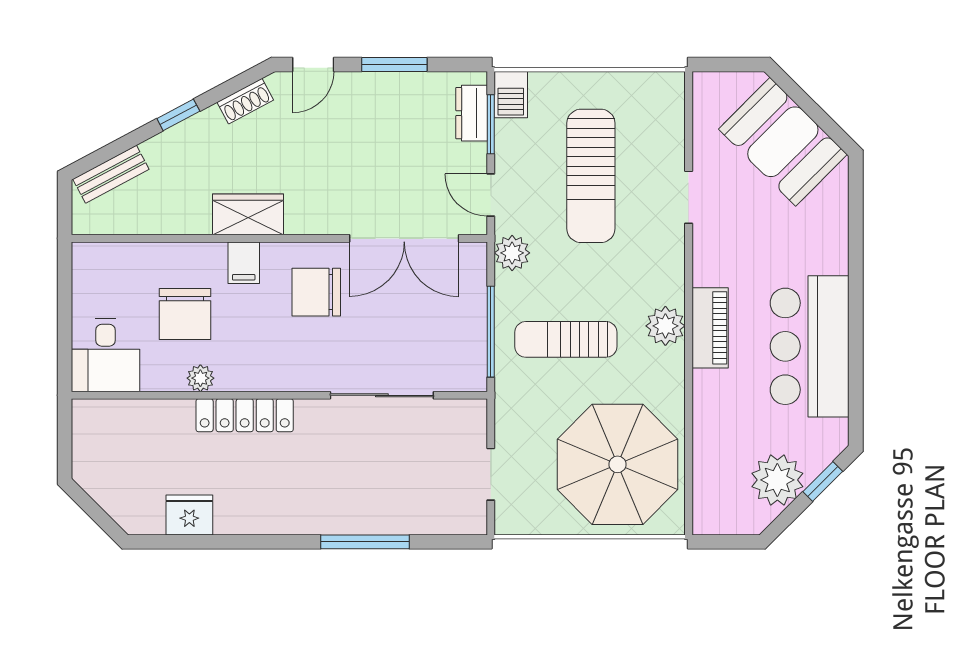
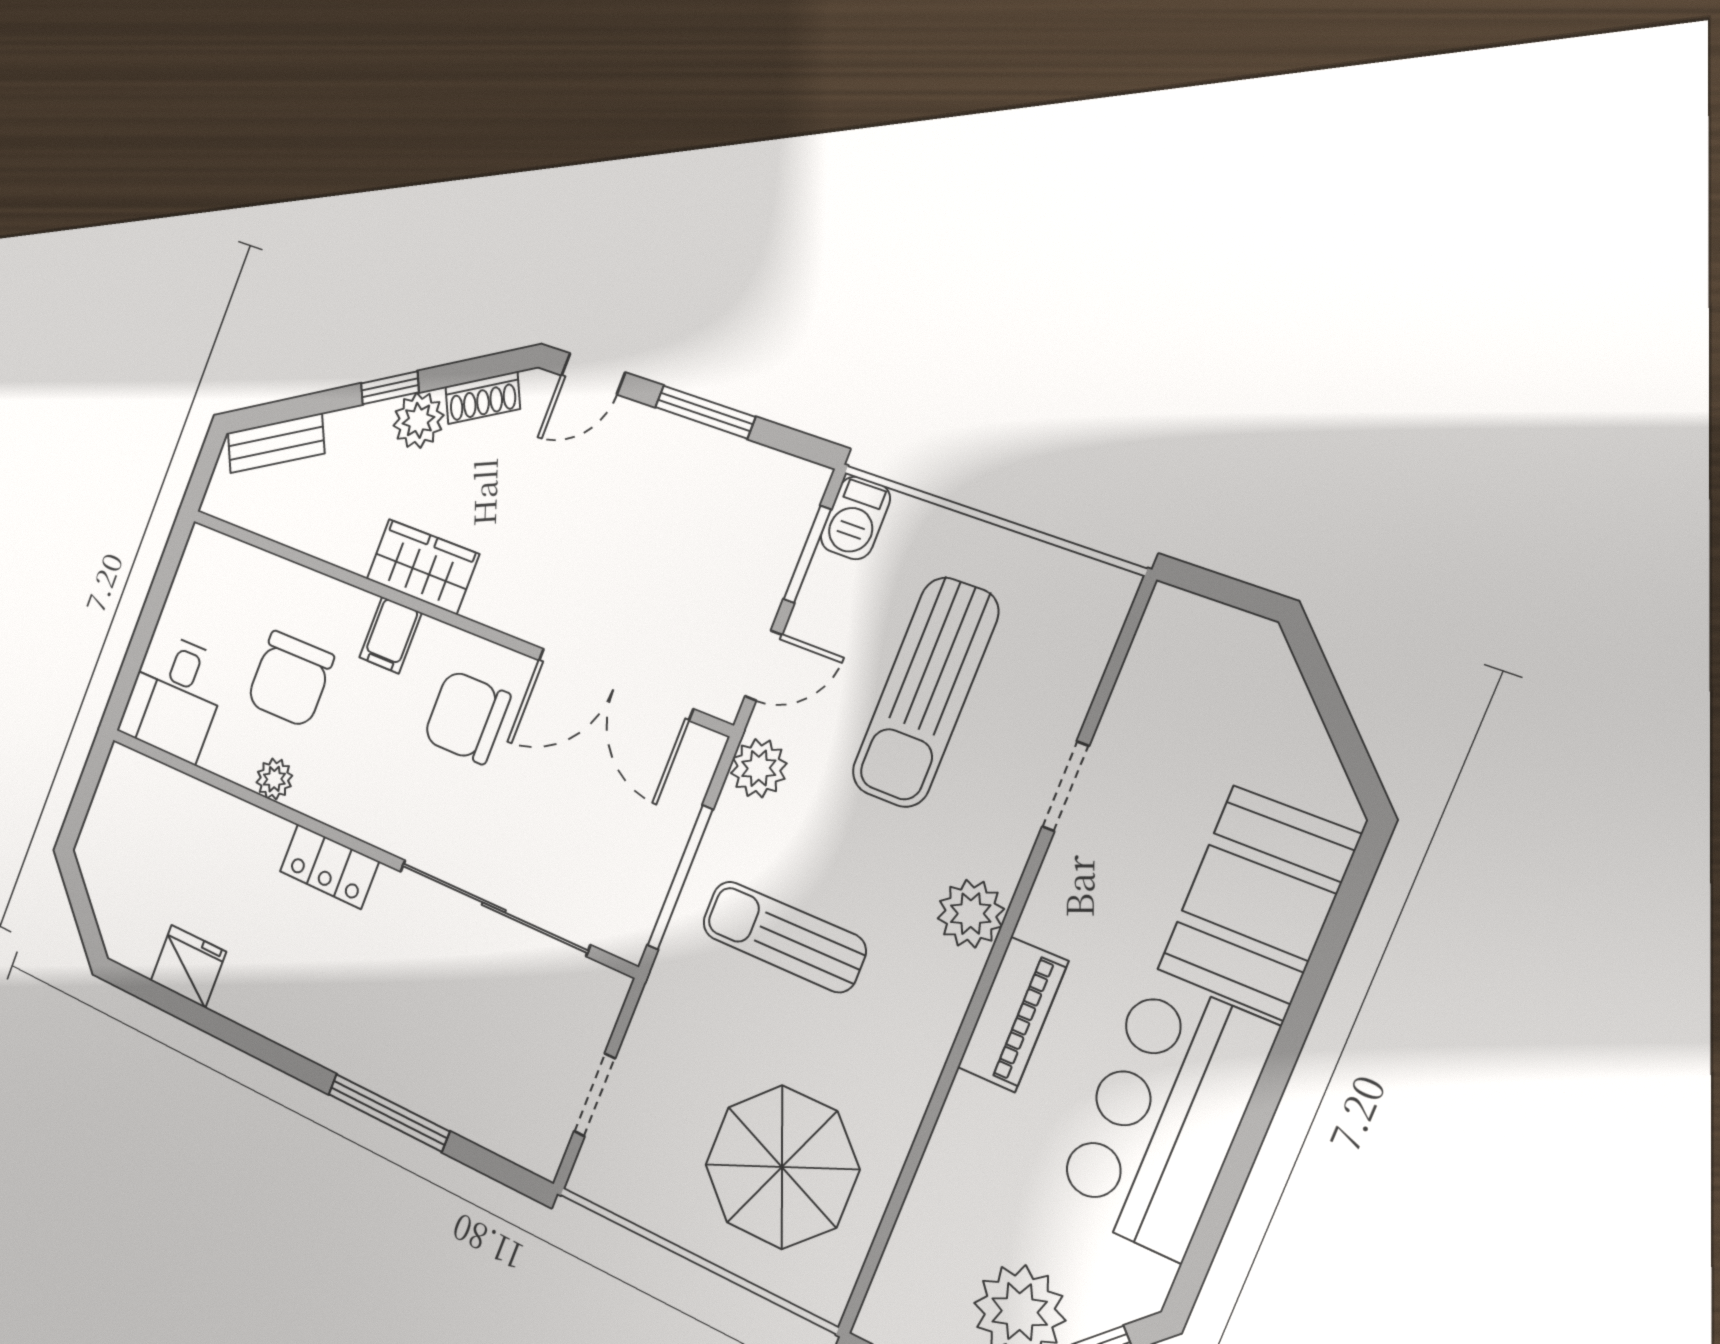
dresser: (472, 113) -> (786, 527), removed
plant: (207, 128) -> (418, 420), added
booth: (783, 142) -> (1259, 903), moved, turned 45
door: (491, 195) -> (764, 666), swing flipped
plant: (665, 326) -> (971, 914), moved
sliding door: (382, 395) -> (494, 908), width x1.36
locker: (245, 415) -> (329, 866), width x0.66
parasol: (618, 464) -> (782, 1167), width x0.73, depth x0.73

